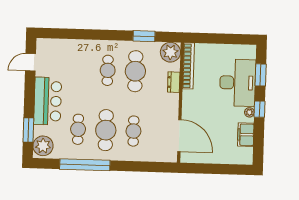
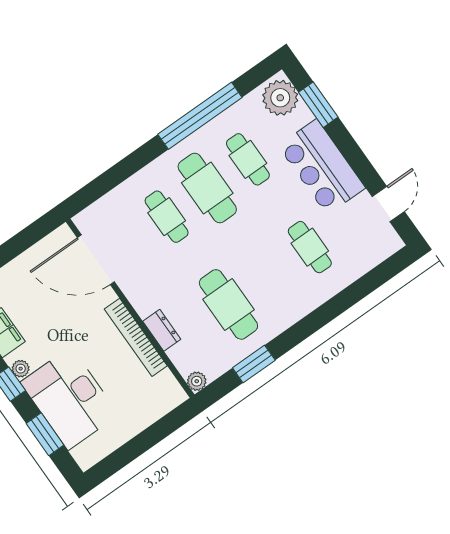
plant: (170, 52) -> (197, 381), width x0.53, depth x0.53
bookcase: (188, 66) -> (136, 337), moved
cafe table: (108, 70) -> (310, 247), moved

